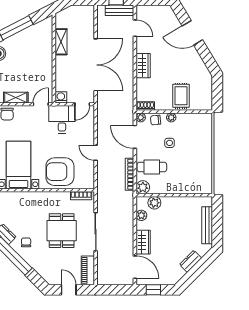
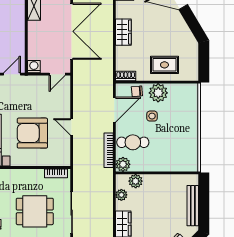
rug: (181, 96) -> (164, 65), turned 90
plant: (141, 117) -> (121, 88), removed
plant: (171, 117) -> (158, 93), width x1.88, depth x1.88
desk: (62, 119) -> (35, 91), removed
door: (135, 137) -> (114, 110), swing flipped
armchair: (60, 172) -> (32, 133), moved
dining table: (62, 231) -> (35, 211), turned 90

